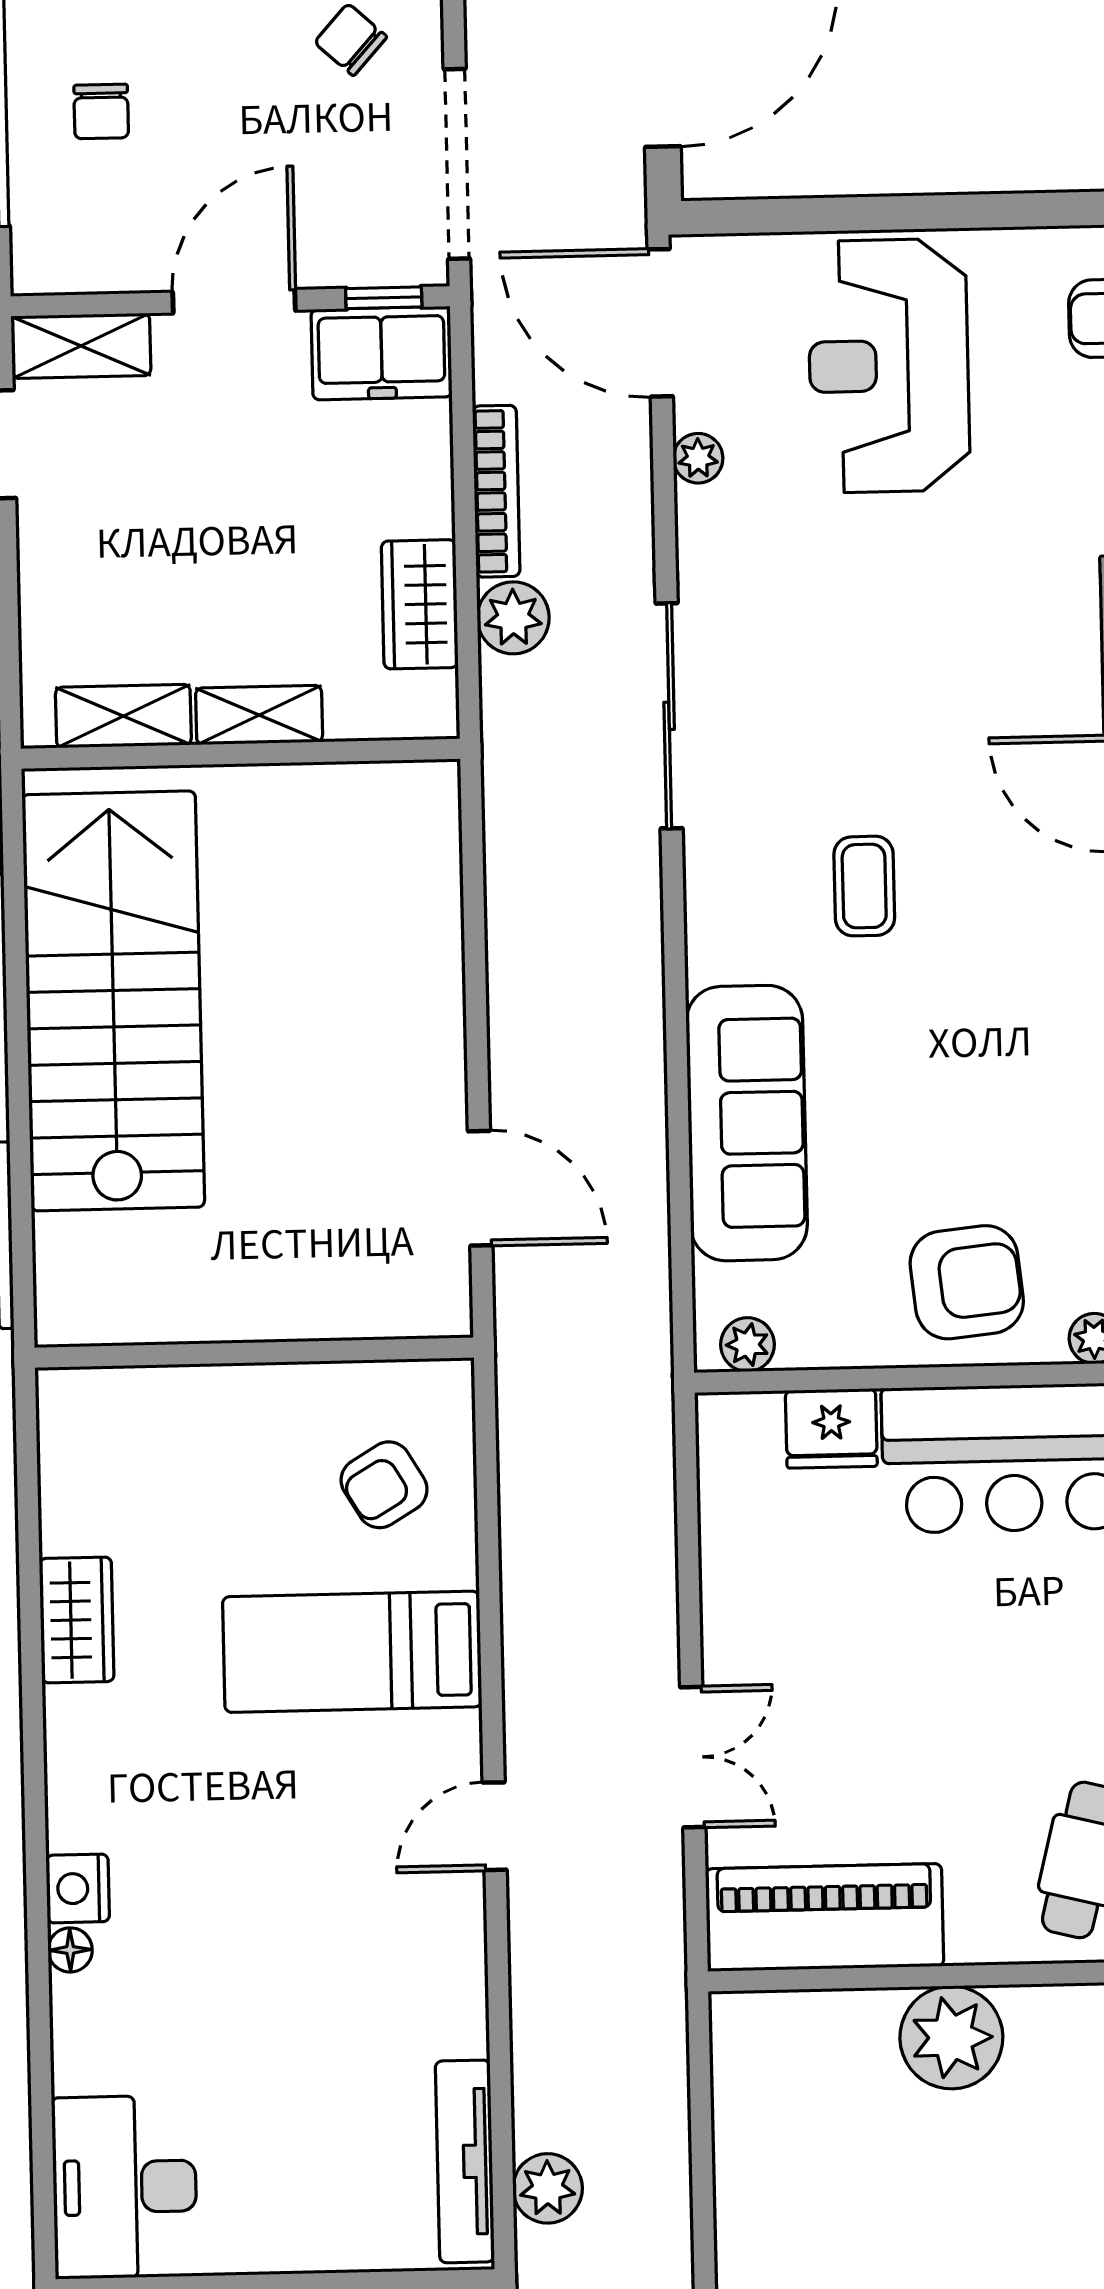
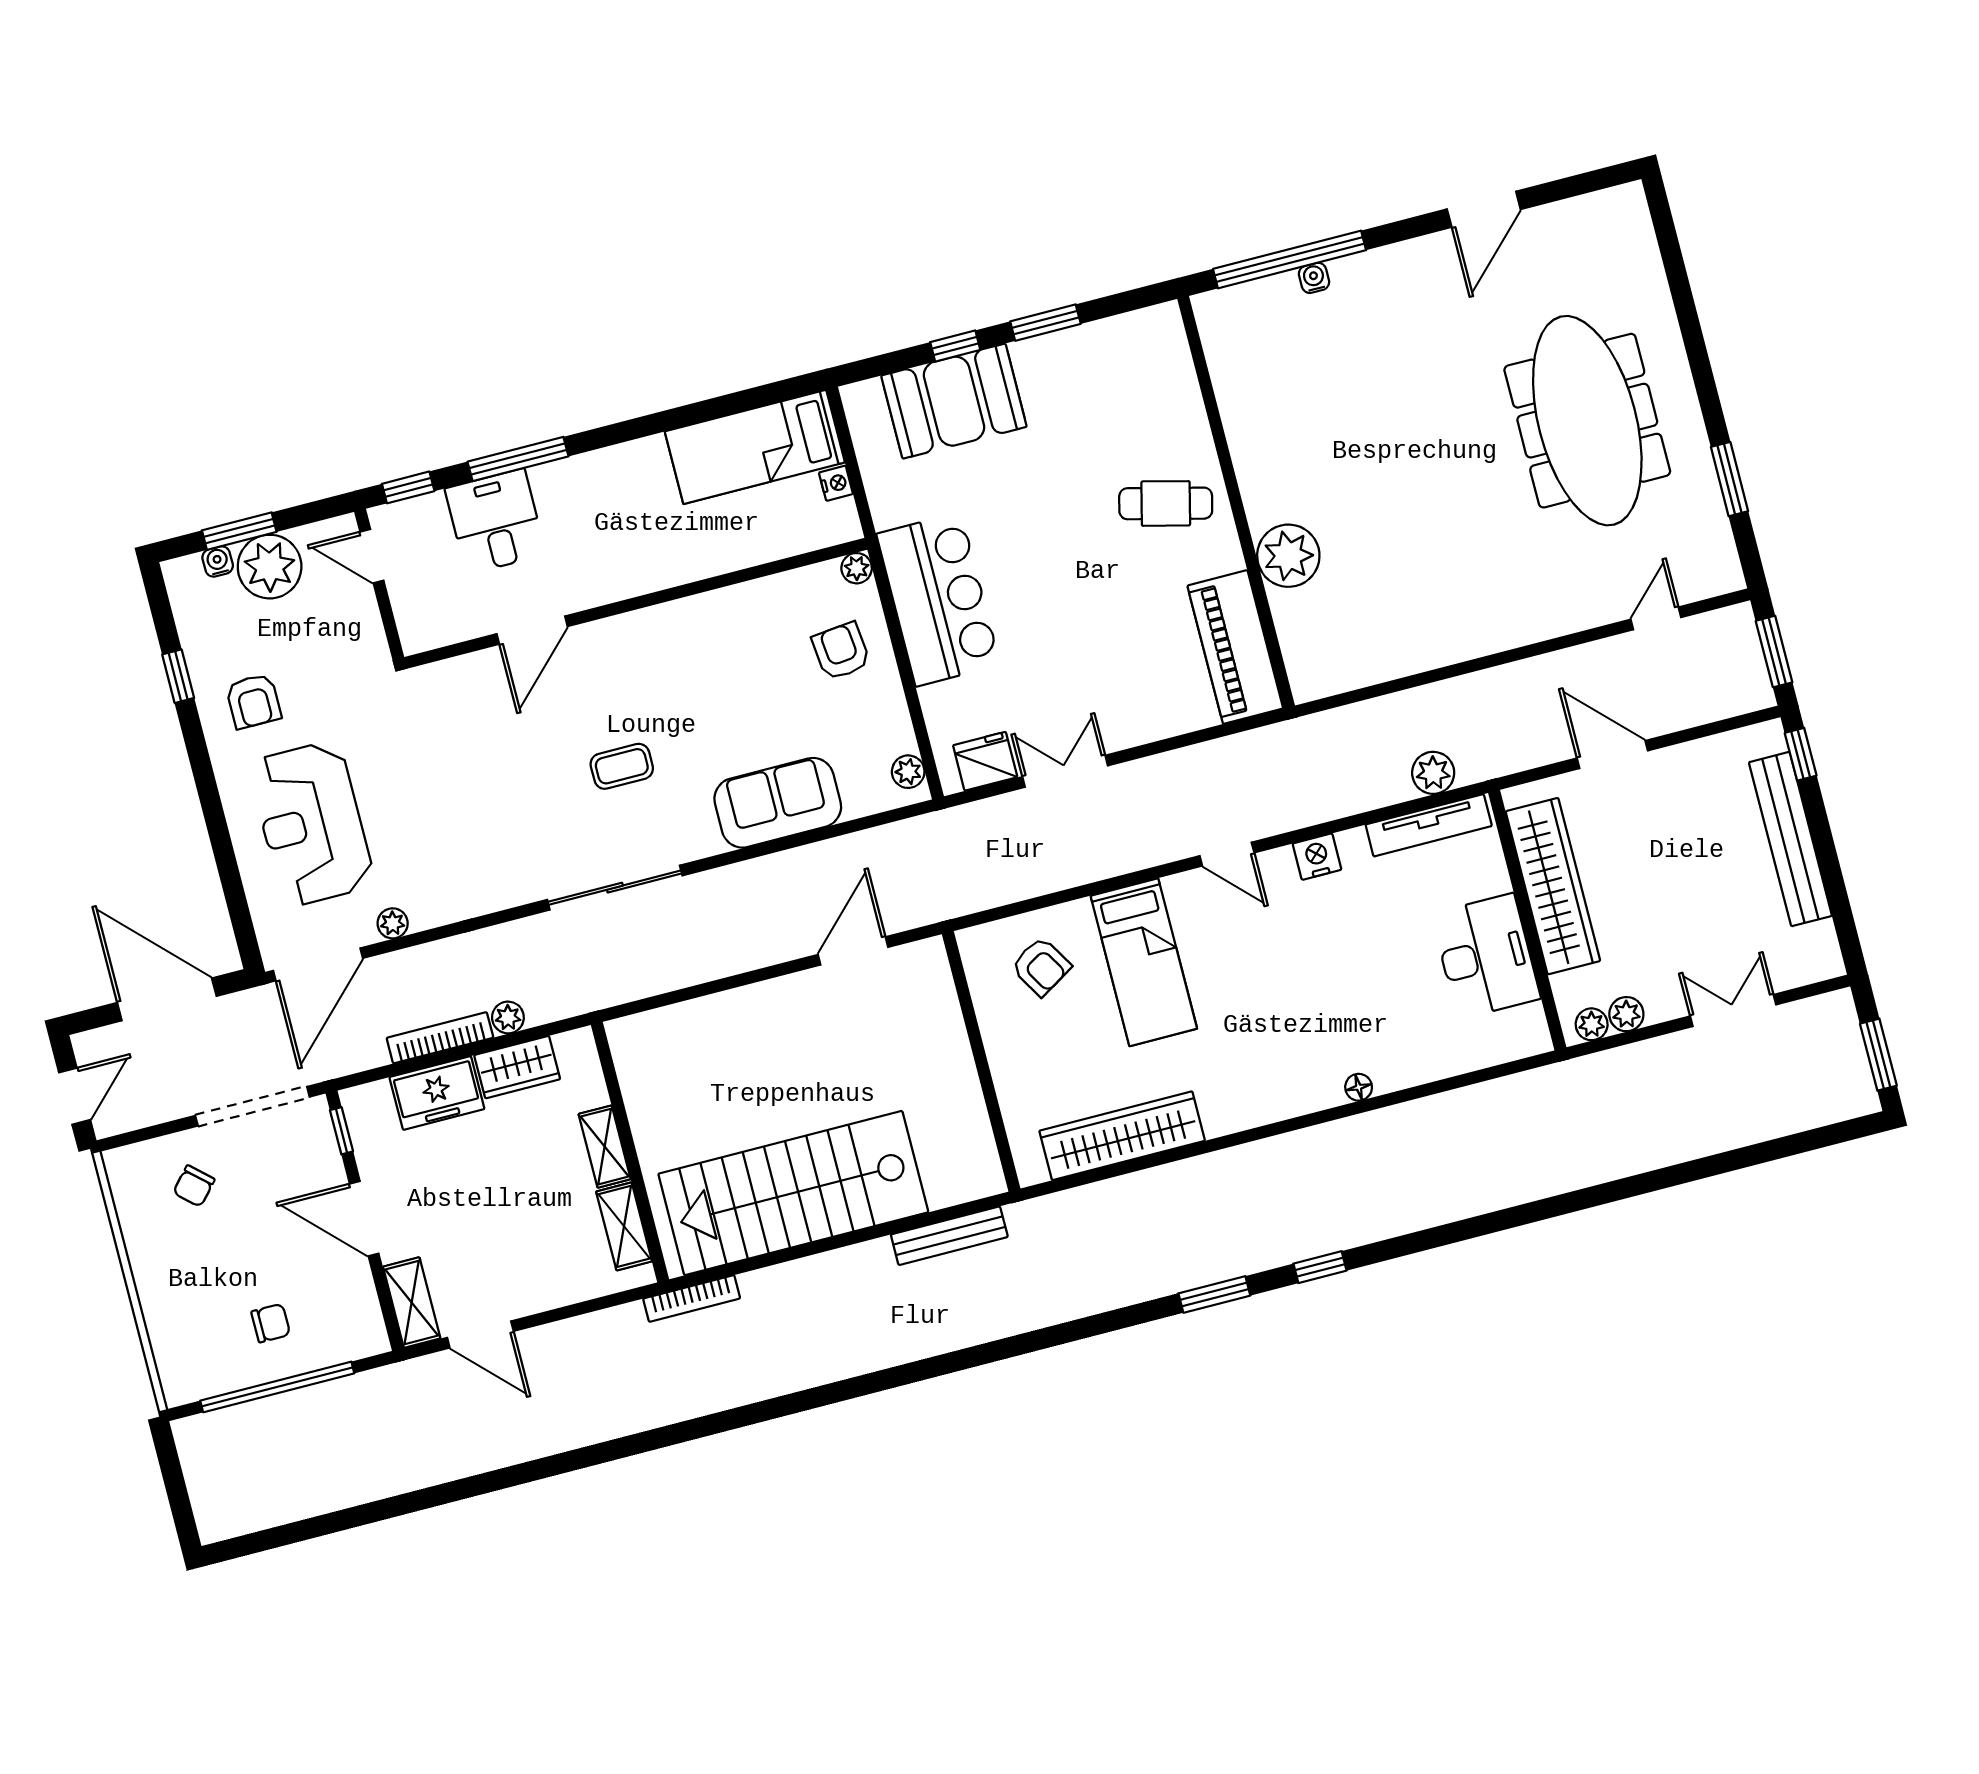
freezer: (382, 353) -> (437, 1093), moved, turned 90
reception desk: (889, 366) -> (312, 824), turned 90
plant: (513, 618) -> (508, 1017), width x0.73, depth x0.73
sliding door: (669, 716) -> (615, 888), moved
sofa: (747, 1123) -> (778, 803), width x0.73
armchair: (967, 1282) -> (841, 651), width x0.72, depth x0.72
fridge: (831, 1428) -> (985, 761), moved, turned -90
wardrobe: (77, 1620) -> (1122, 1136), width x2.10, depth x1.17
double door: (693, 1757) -> (1065, 771), moved
nightstand: (78, 1888) -> (1317, 857), moved, turned 180
desk: (125, 2187) -> (1486, 956), moved, turned -90

